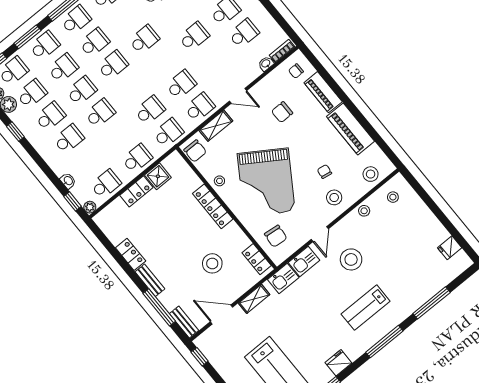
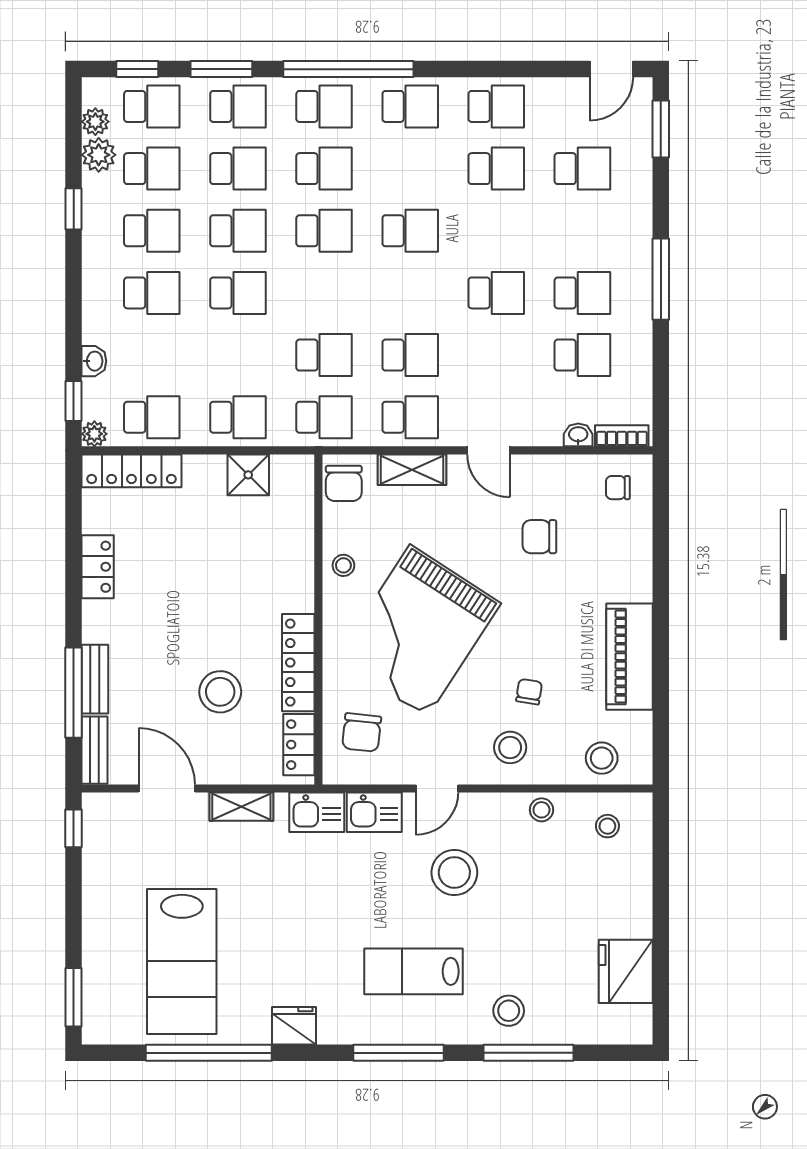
piano: (323, 92) -> (634, 559), removed
locker: (136, 191) -> (131, 471), moved, width x1.53
locker: (213, 206) -> (298, 663), moved
fridge: (450, 248) -> (626, 971), width x1.88, depth x1.34
bench: (150, 280) -> (95, 679), moved
stool: (412, 294) -> (509, 1011), added

